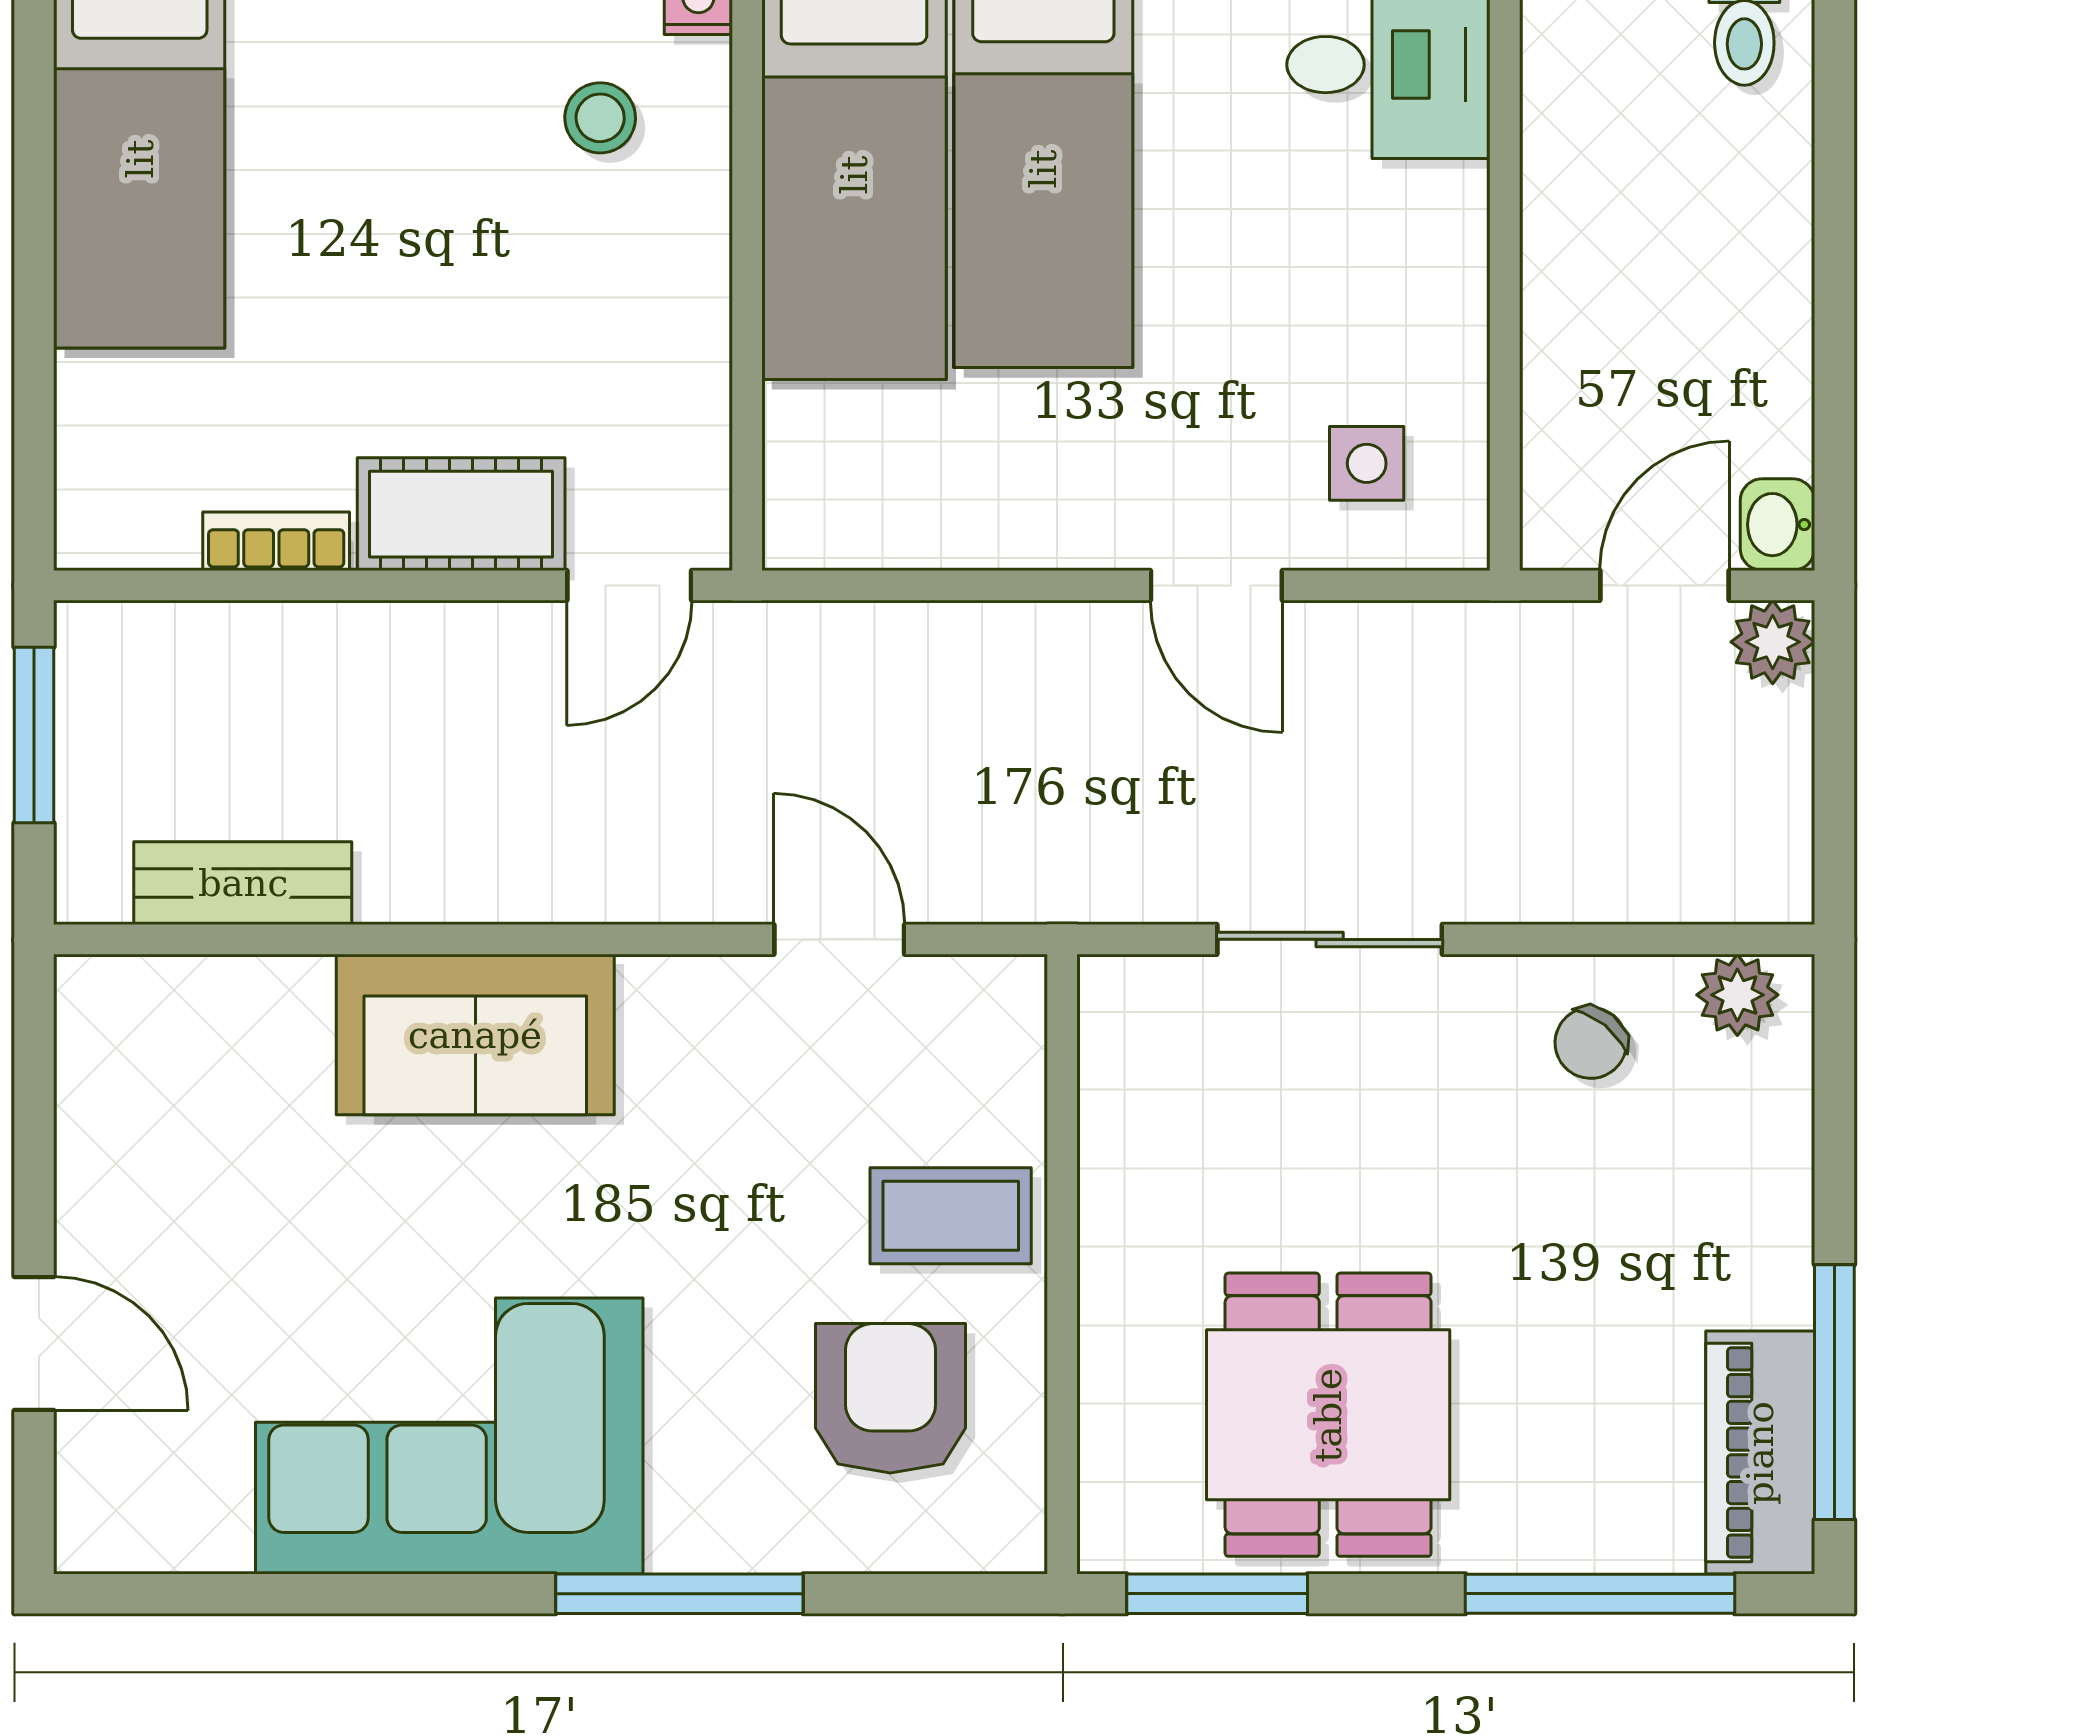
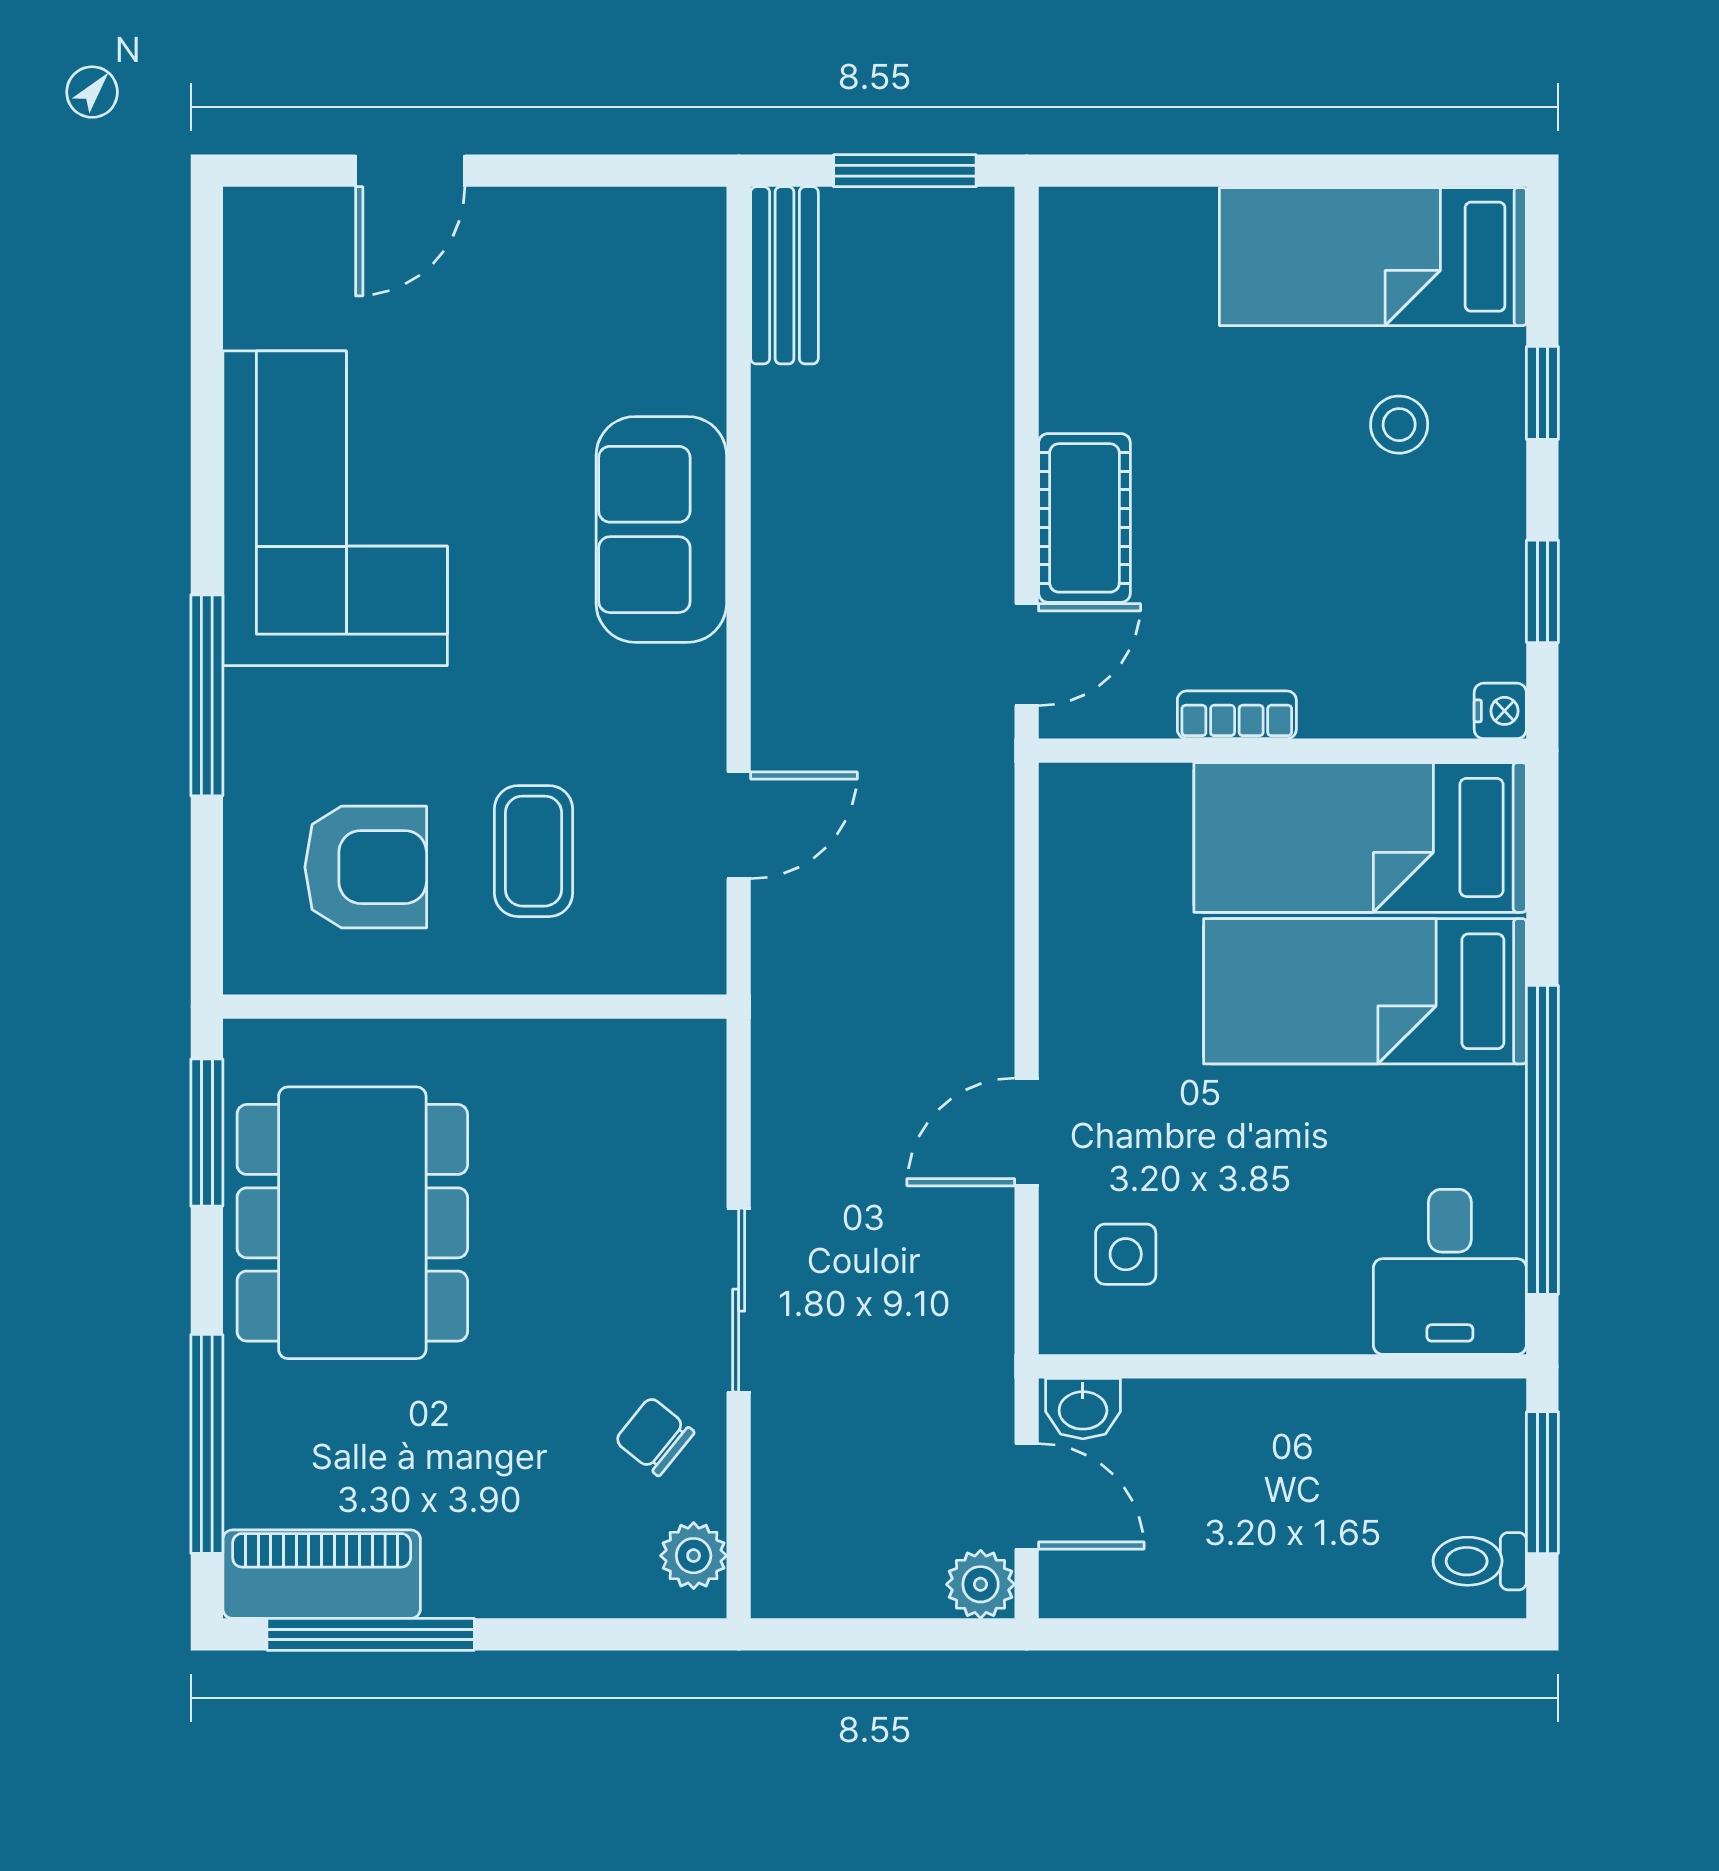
stool: (600, 118) -> (1399, 425), moved
washbasin: (1777, 525) -> (1083, 1409), moved, turned 180
bookcase: (276, 541) -> (1237, 715), moved, turned -90
door: (629, 585) -> (1027, 655), swing flipped
bench: (243, 883) -> (784, 275), moved
sliding door: (1330, 939) -> (739, 1300), moved
coffee table: (951, 1216) -> (533, 851), moved
dining table: (1328, 1415) -> (352, 1223), width x1.37

